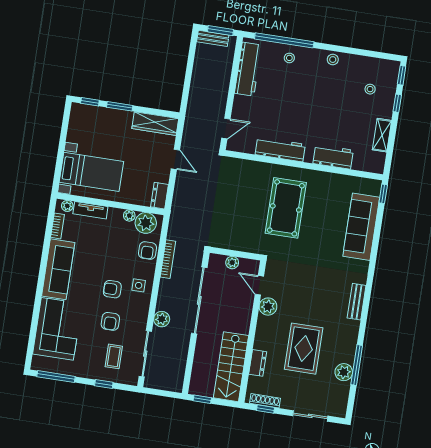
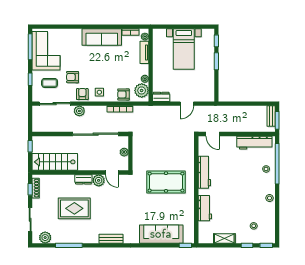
wardrobe: (155, 124) -> (209, 87), removed
bed with nightstands: (91, 172) -> (184, 49), moved
door: (259, 285) -> (112, 172), swing flipped
armchair: (112, 289) -> (82, 94), moved
corner sofa: (57, 329) -> (46, 51), moved, turned -90
dresser: (258, 363) -> (83, 179), moved
plant: (344, 372) -> (45, 238), moved

